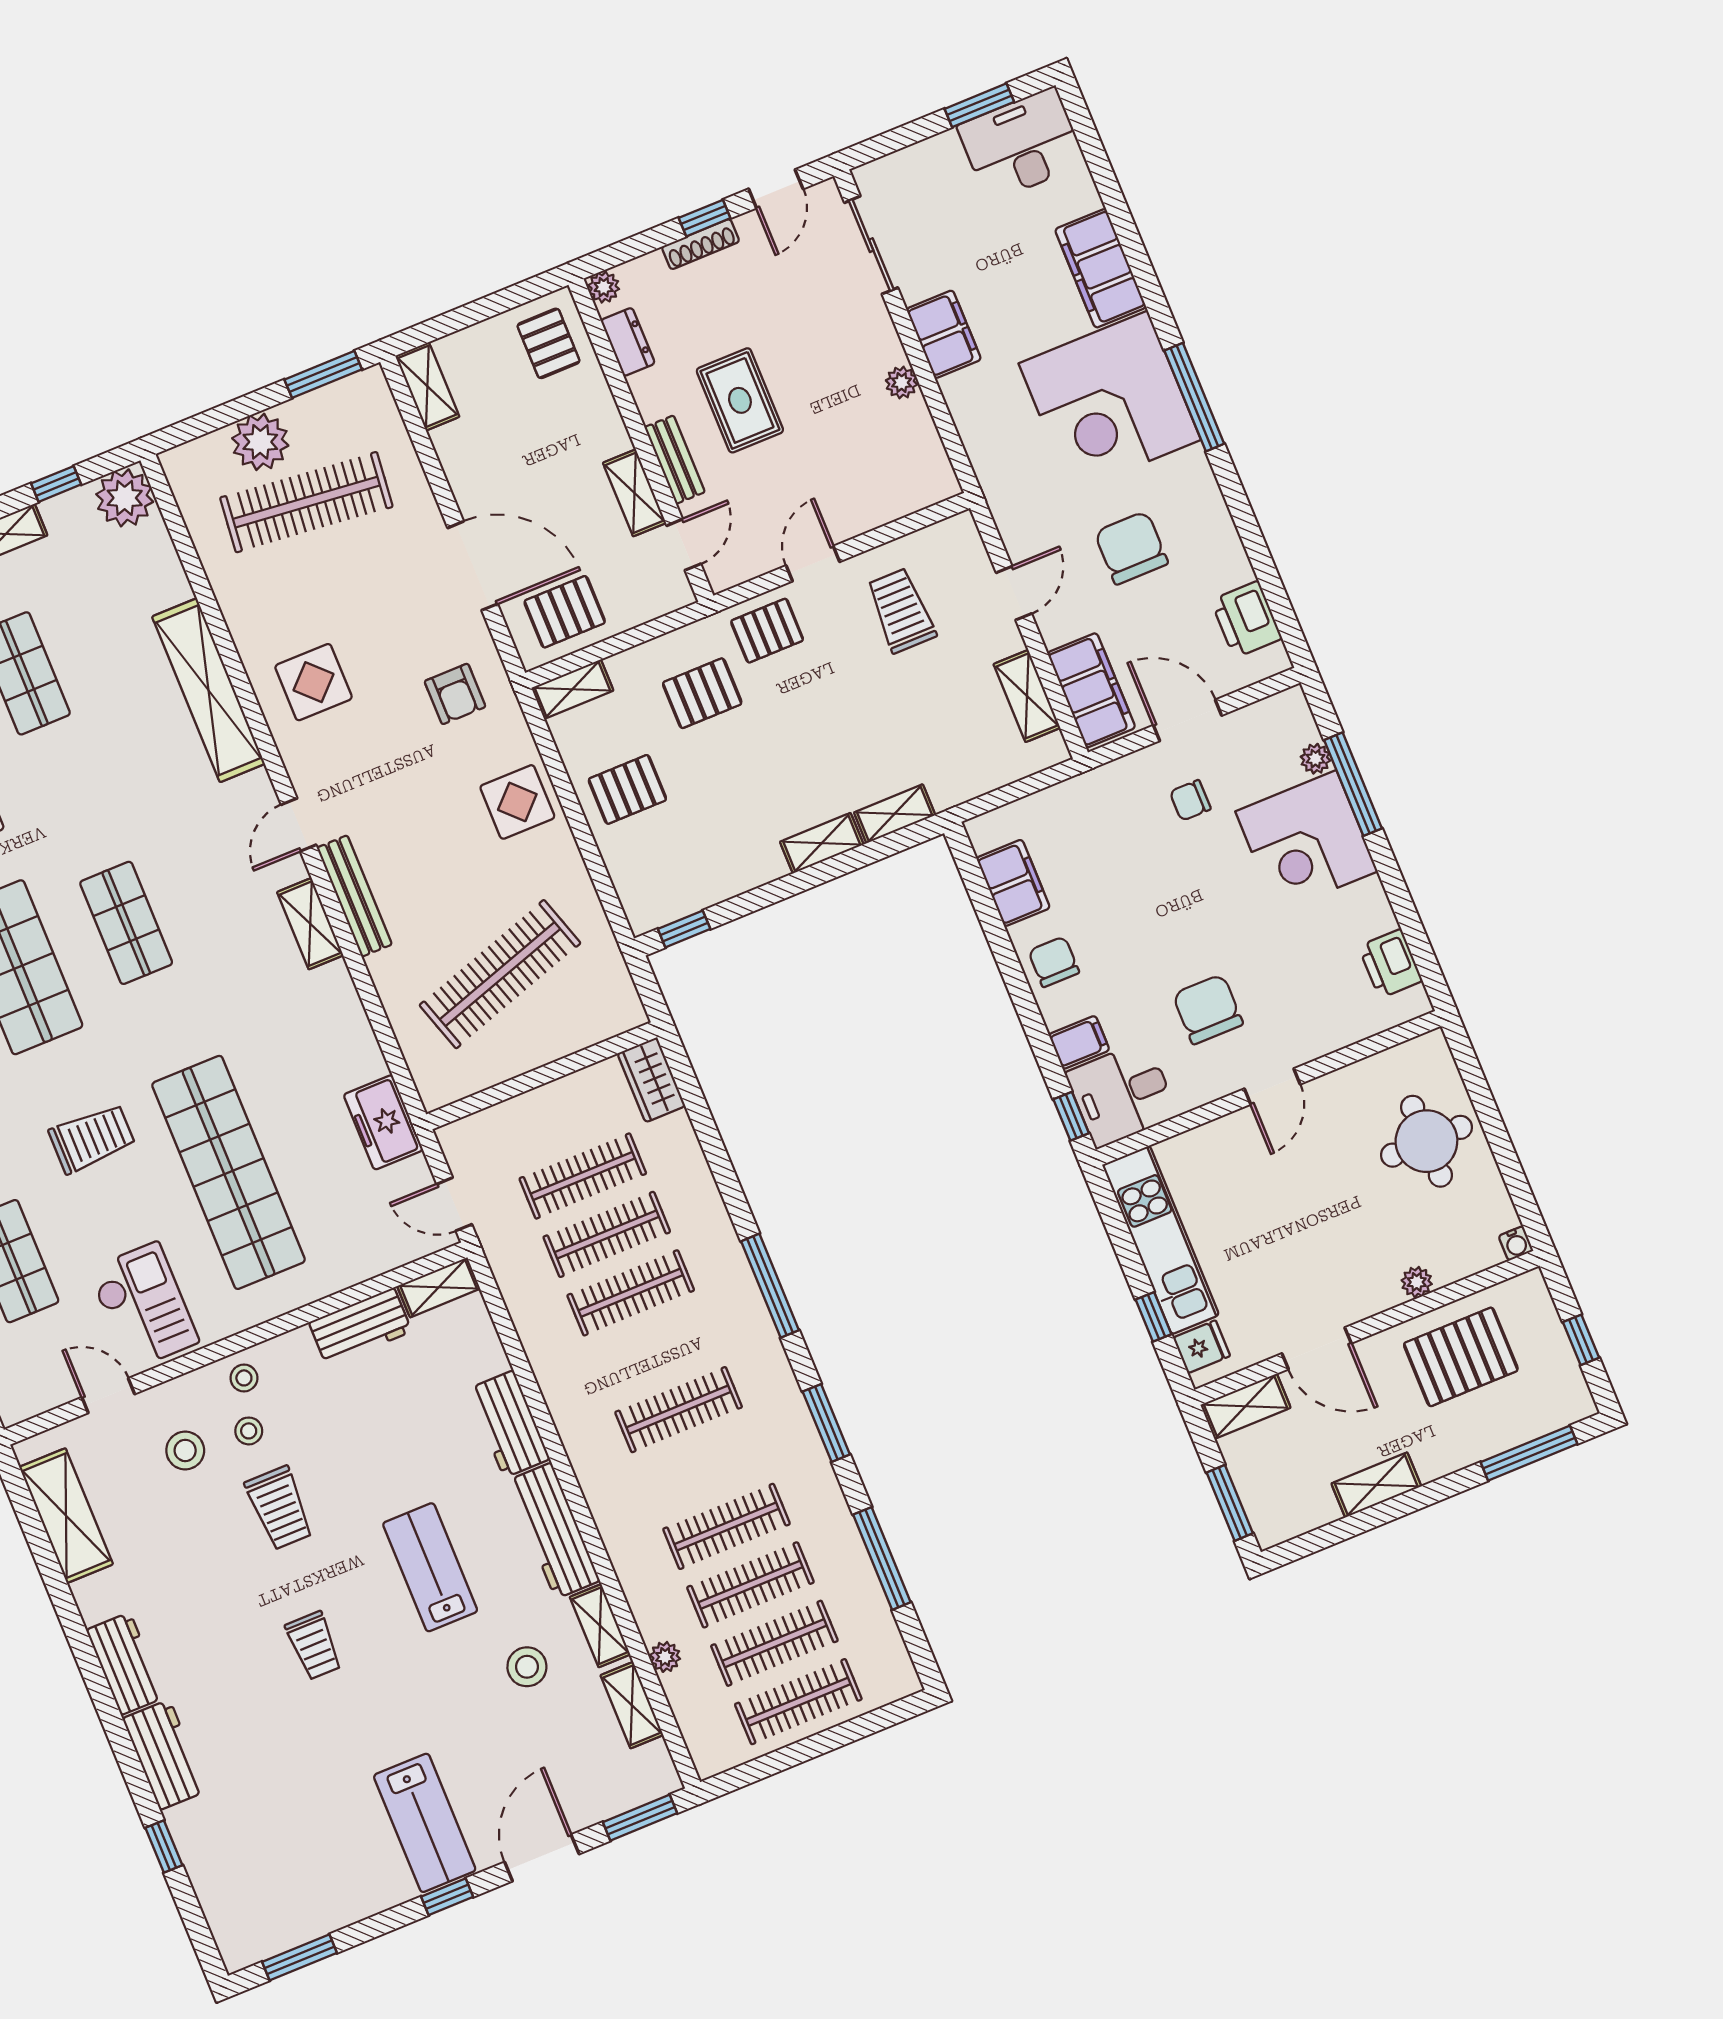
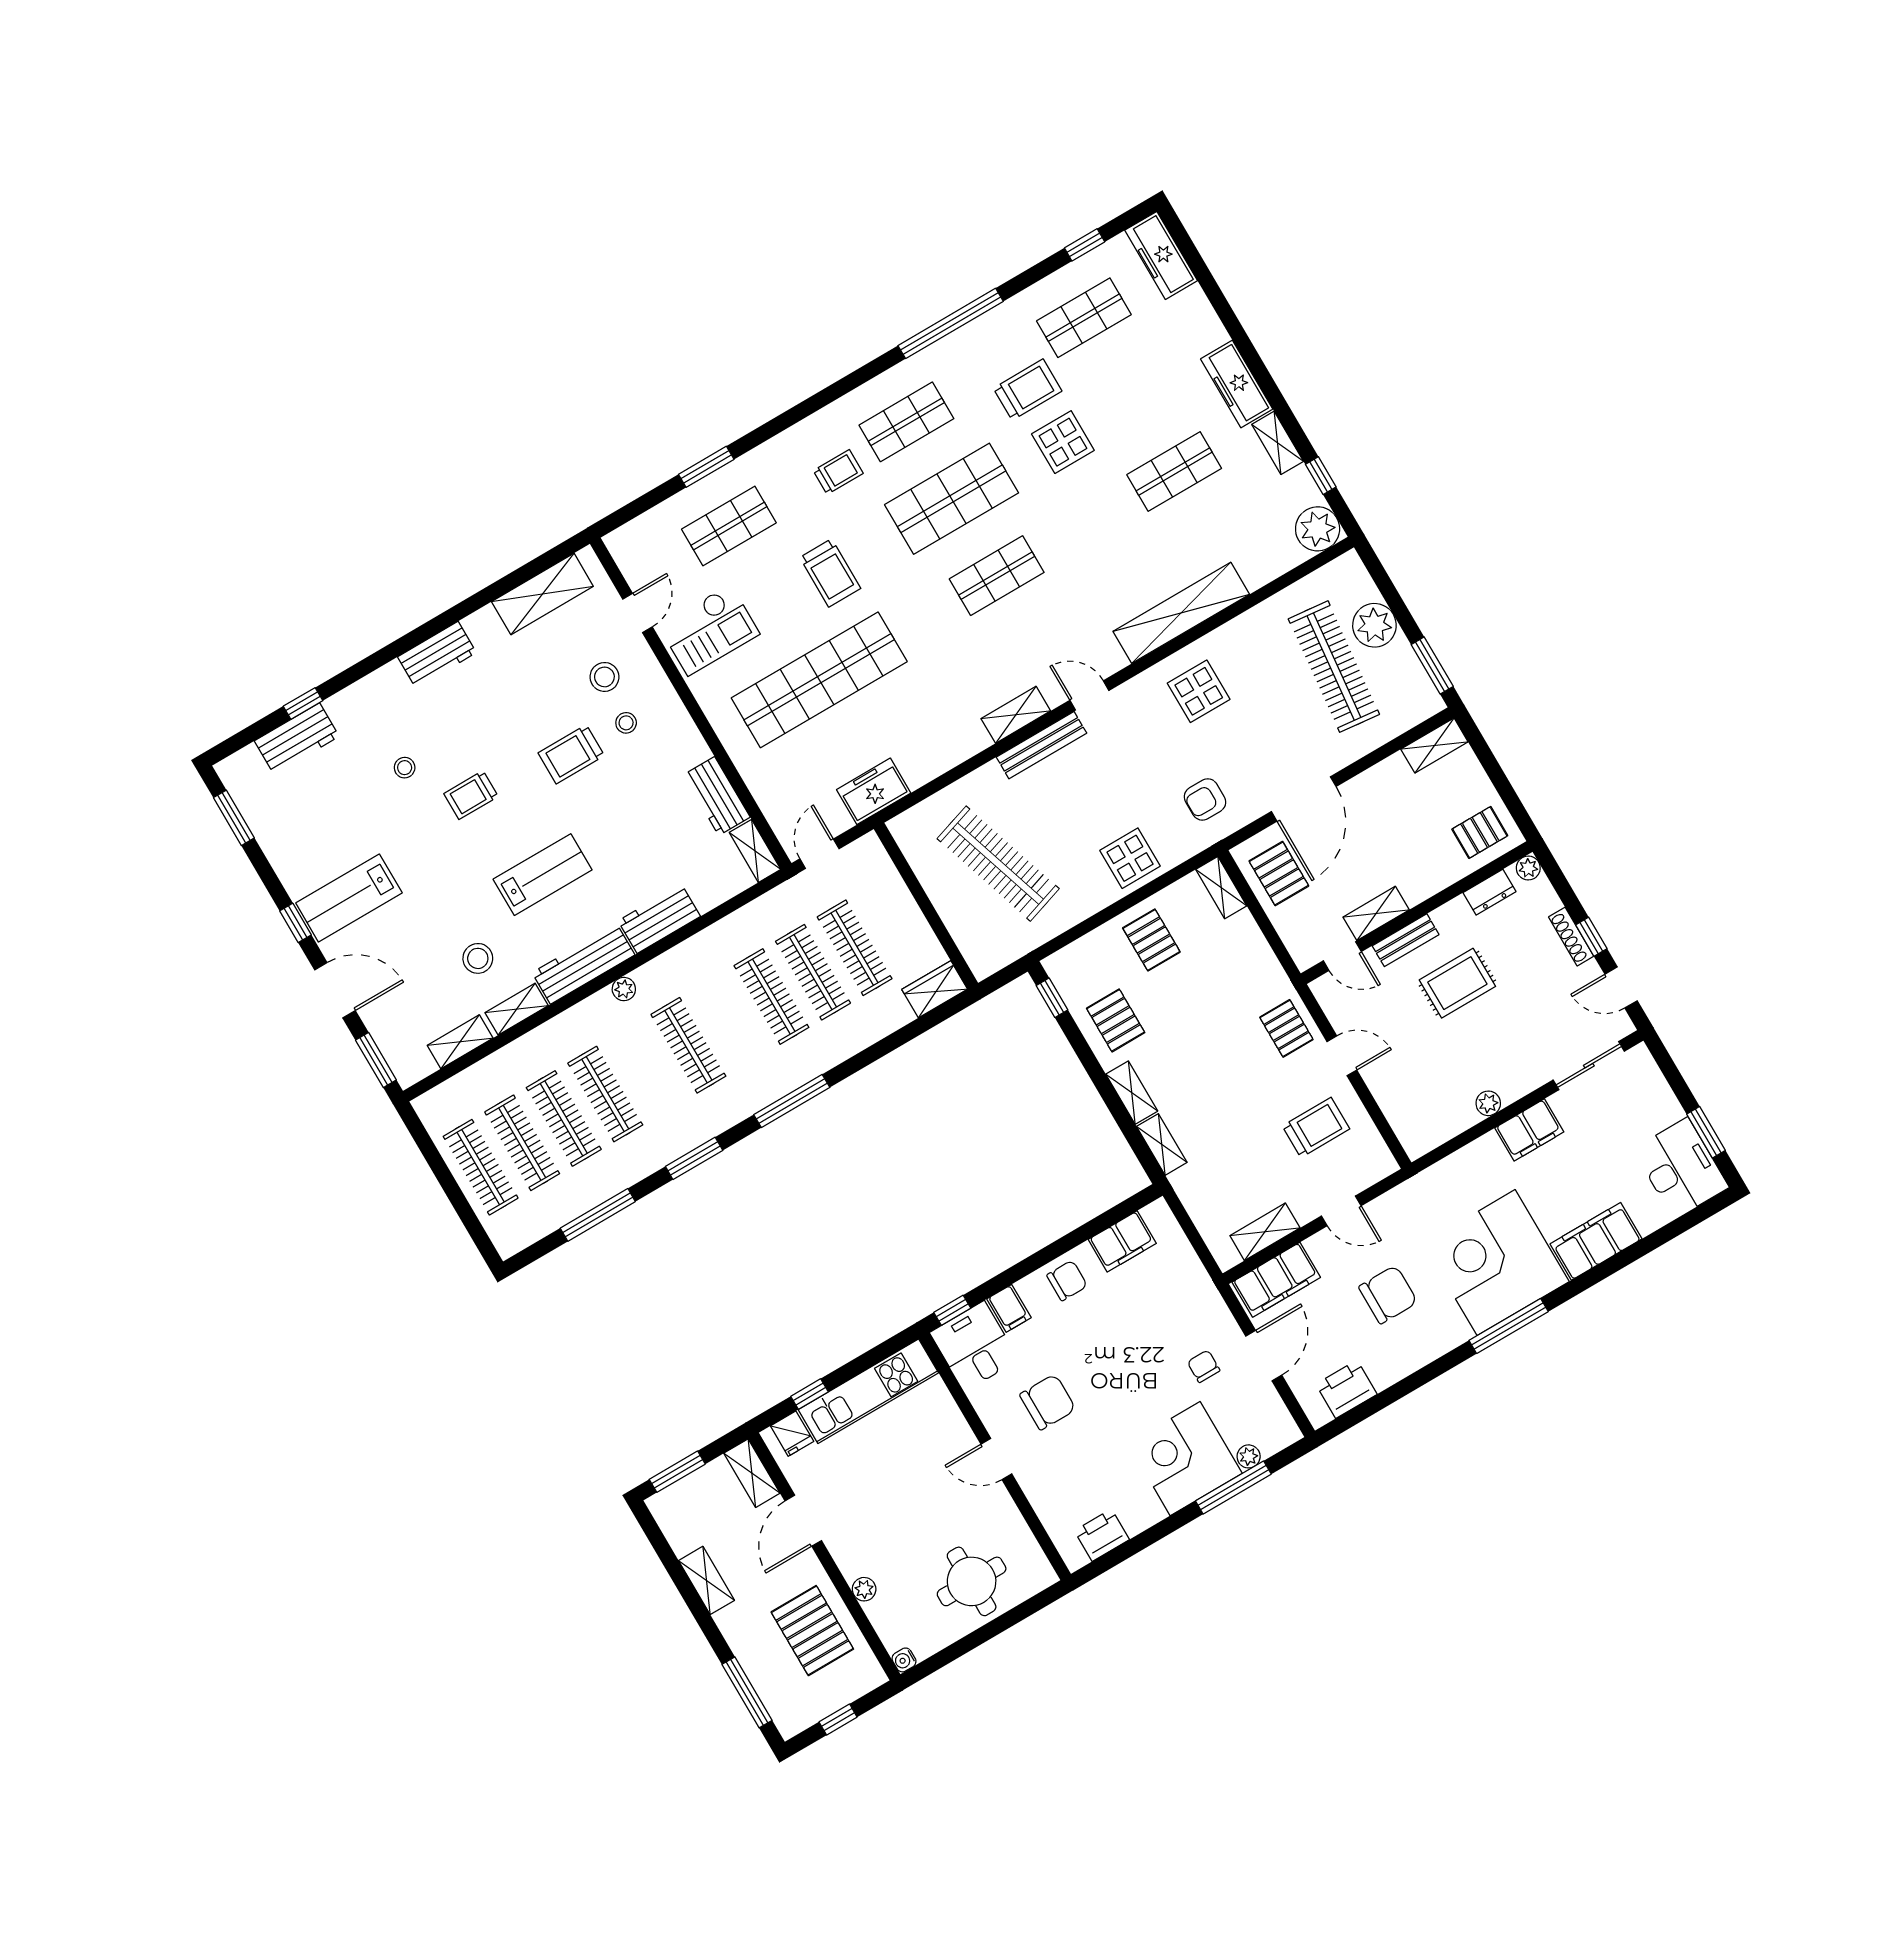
pallet: (702, 693) -> (1116, 1020), moved
stool: (244, 1378) -> (405, 768), moved
plant: (665, 1657) -> (624, 989), moved
workbench: (165, 1755) -> (297, 739), moved

